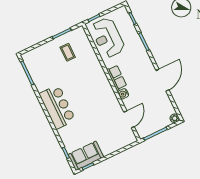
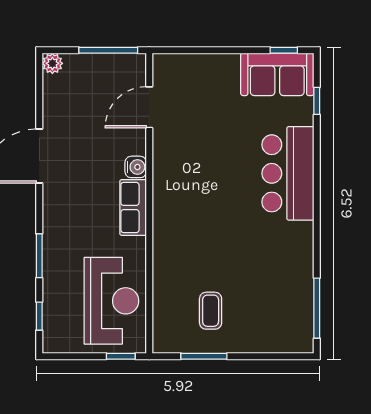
bar counter: (57, 107) -> (288, 173), moved

